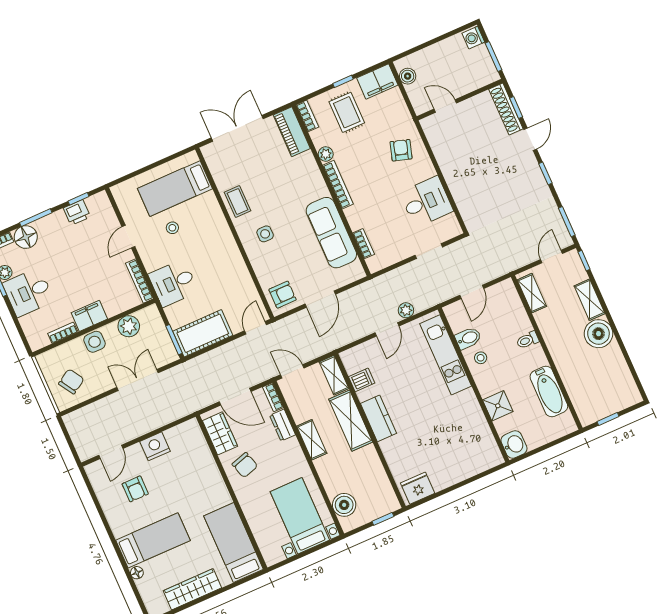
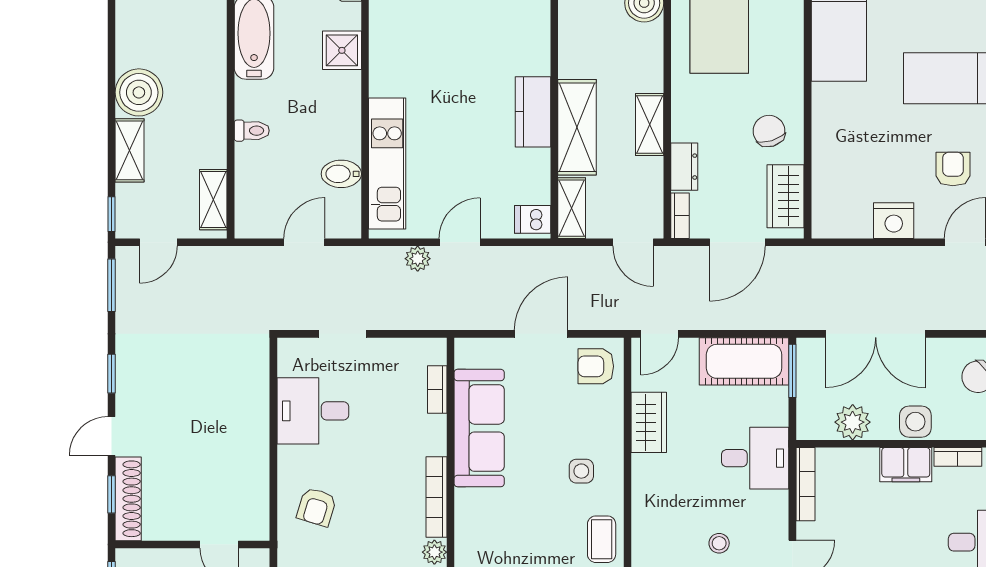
wardrobe: (240, 277) -> (649, 422), added
stool: (481, 358) -> (336, 135), removed
double door: (138, 380) -> (876, 334), width x1.37
dishwasher: (362, 380) -> (533, 219), moved
door: (235, 397) -> (737, 242), swing flipped

